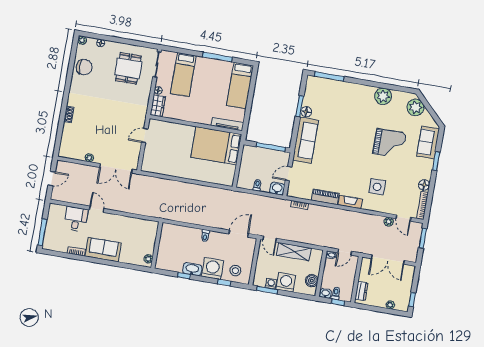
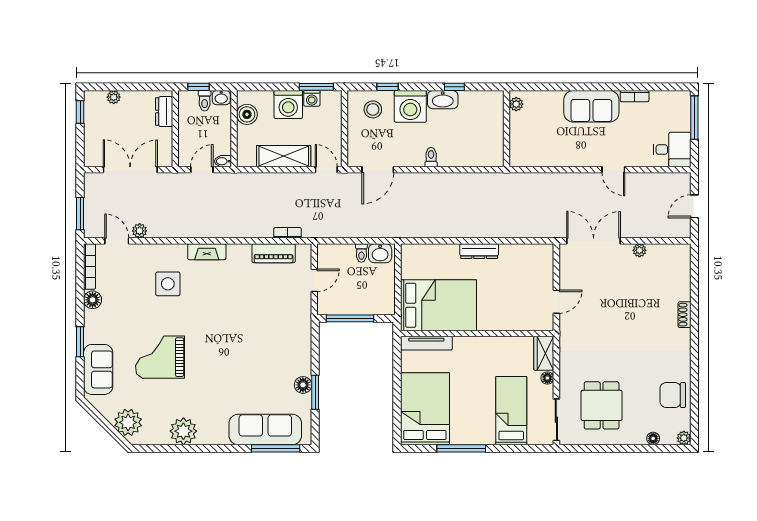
bed: (240, 86) -> (425, 409), width x1.50
sofa: (305, 140) -> (265, 429), moved, turned 90
dresser: (186, 174) -> (479, 251), added
washbasin: (277, 188) -> (380, 253), moved
piano: (325, 197) -> (274, 253), moved
desk: (76, 219) -> (672, 150), moved, turned -90

